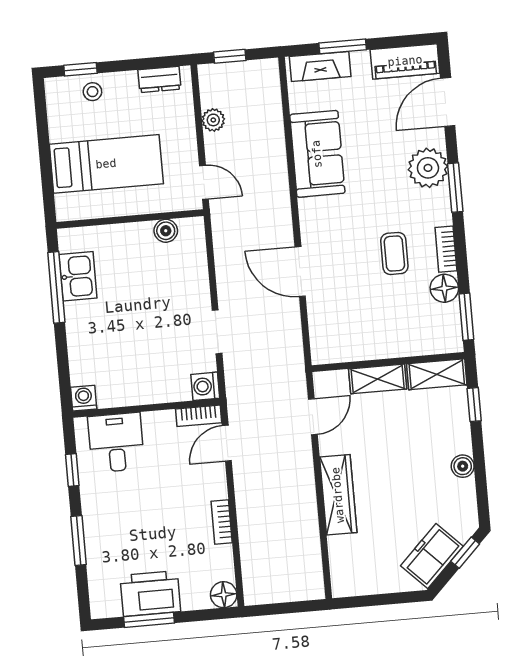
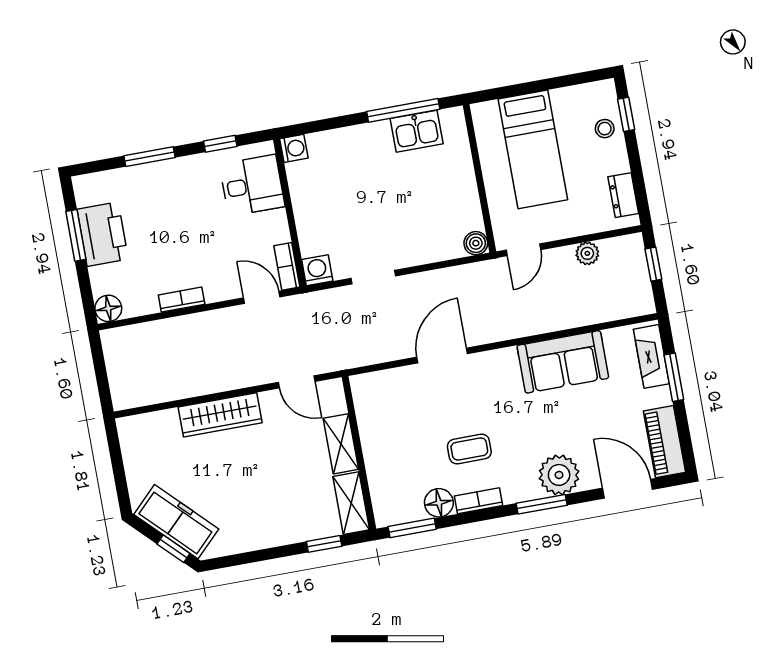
boiler: (166, 231) -> (476, 243), moved
boiler: (463, 466) -> (261, 538), removed
freezer: (432, 556) -> (176, 522), width x1.40

